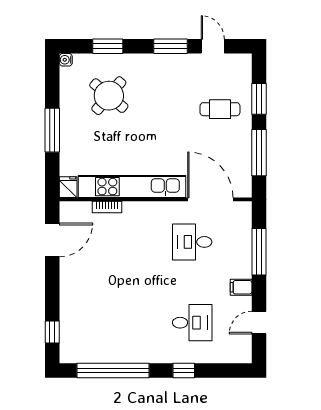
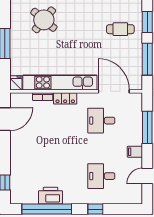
locker: (140, 210) -> (65, 98), added
desk: (192, 323) -> (101, 176), turned 180
printer: (118, 351) -> (50, 196), added

